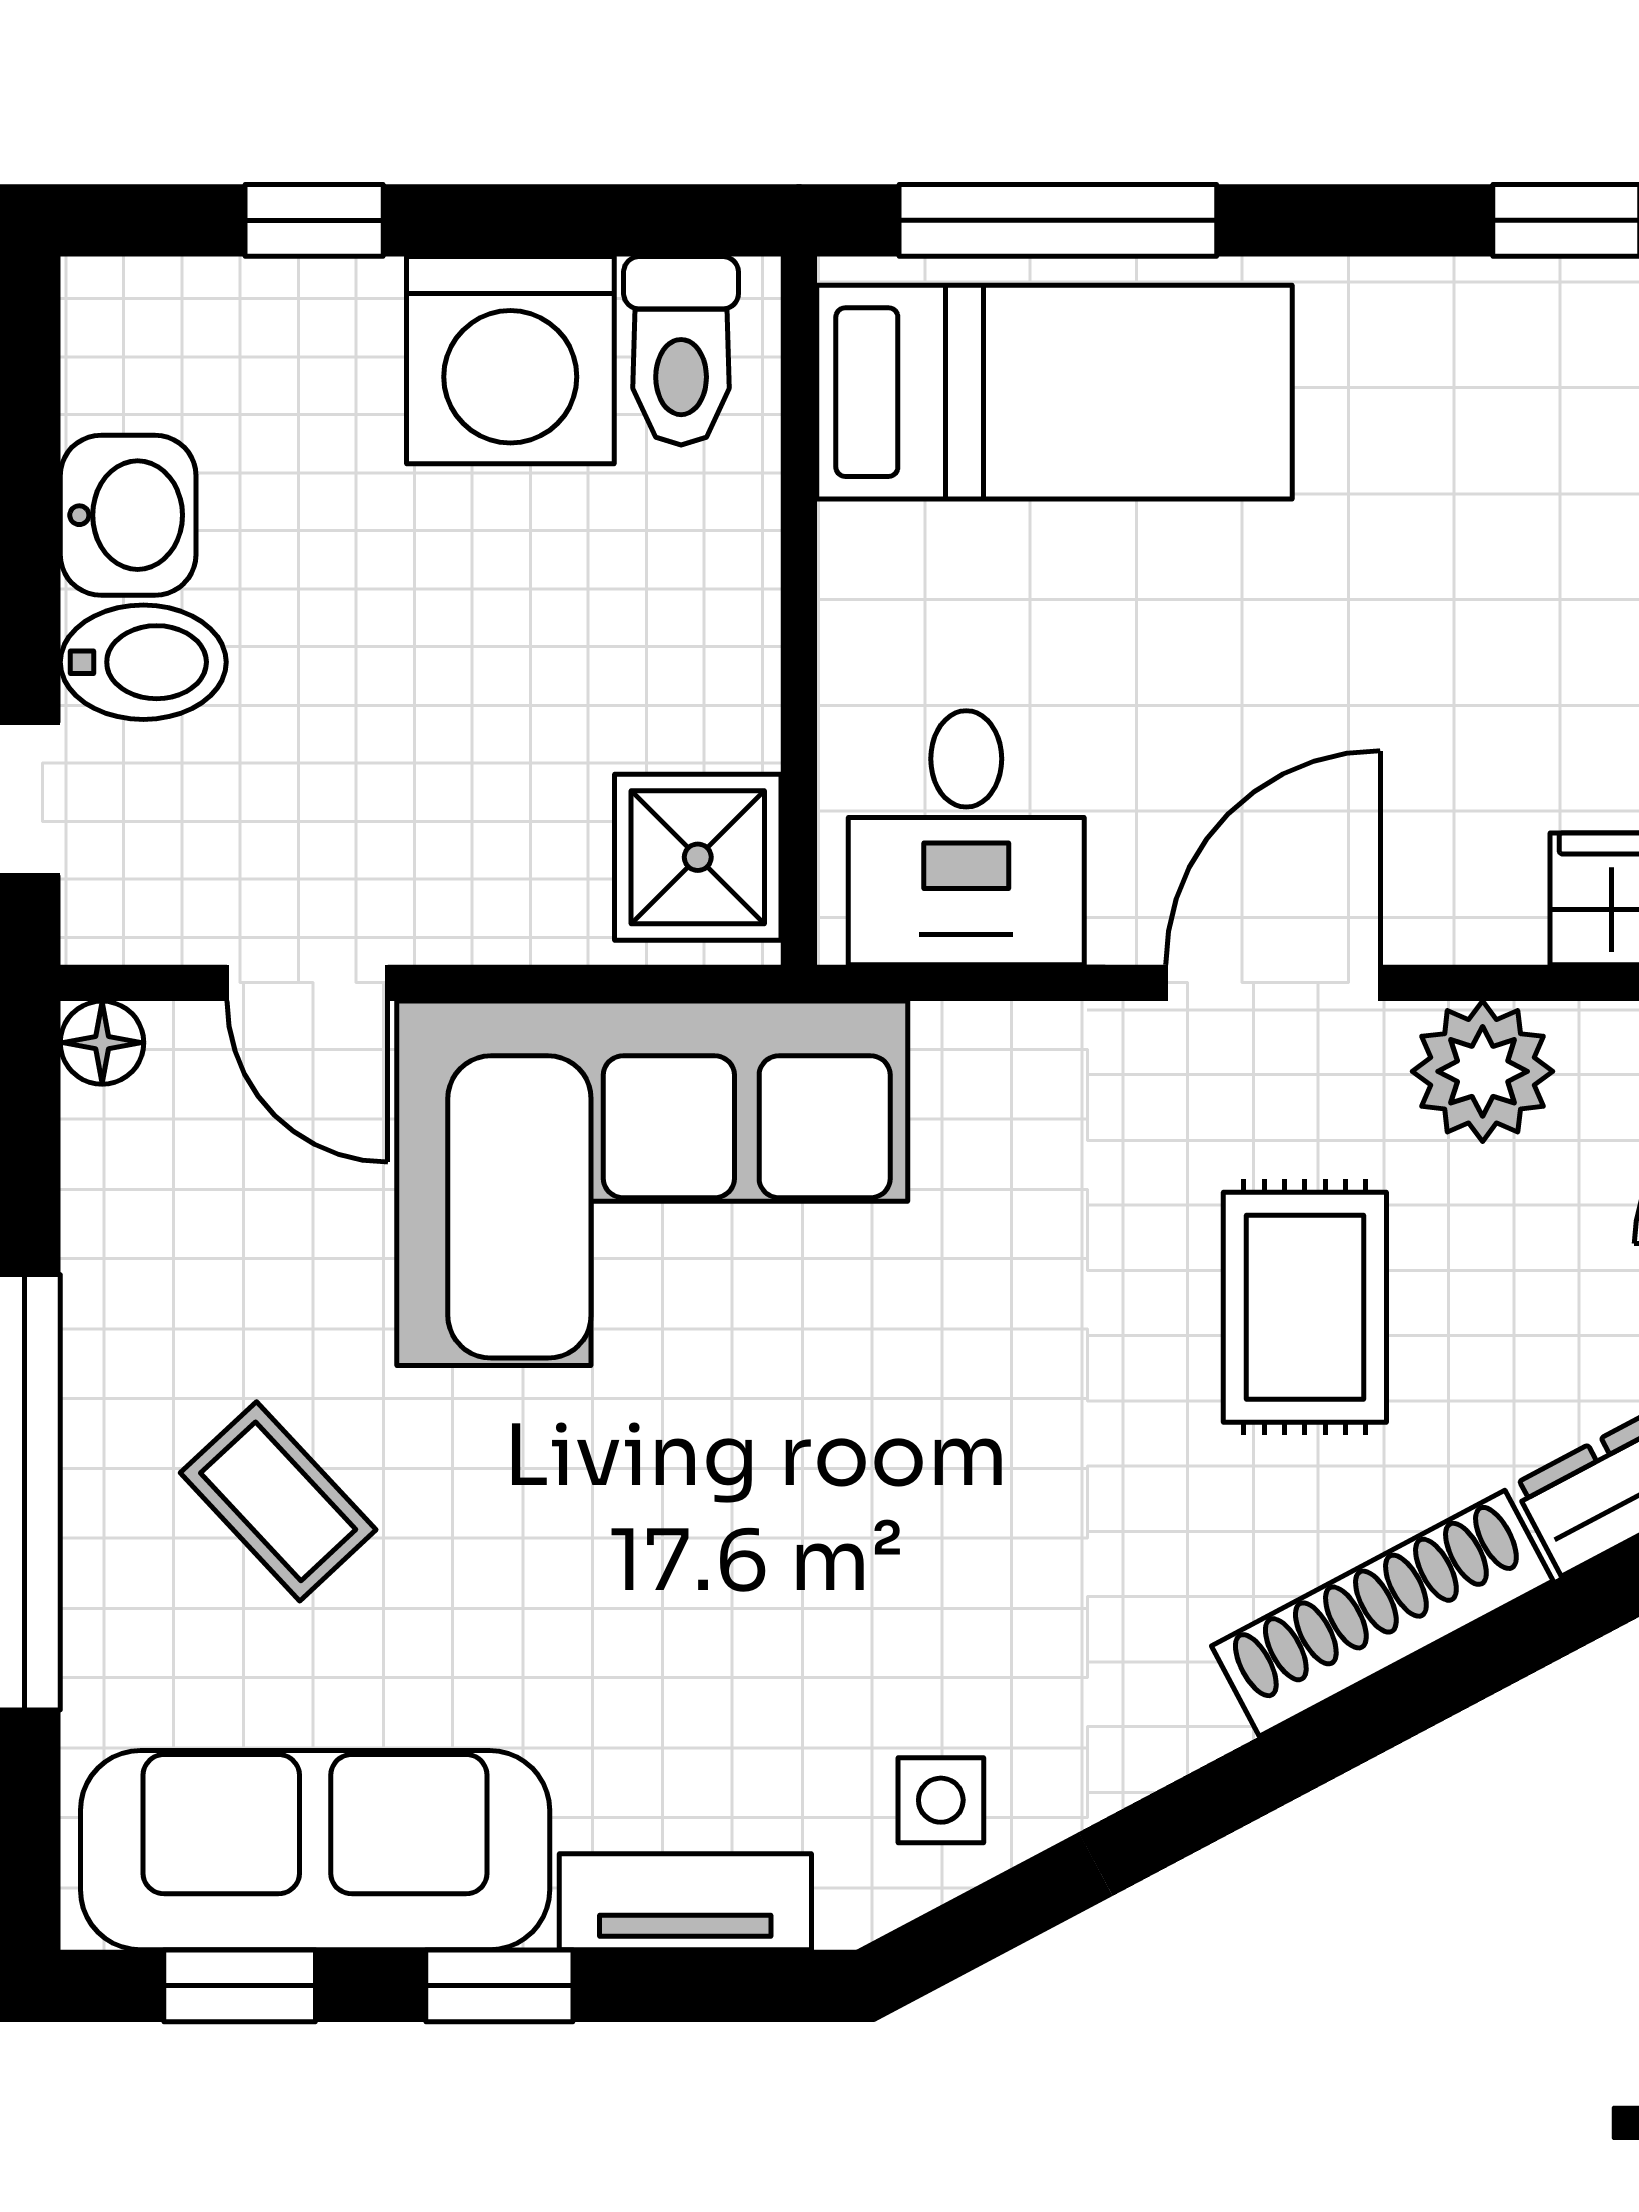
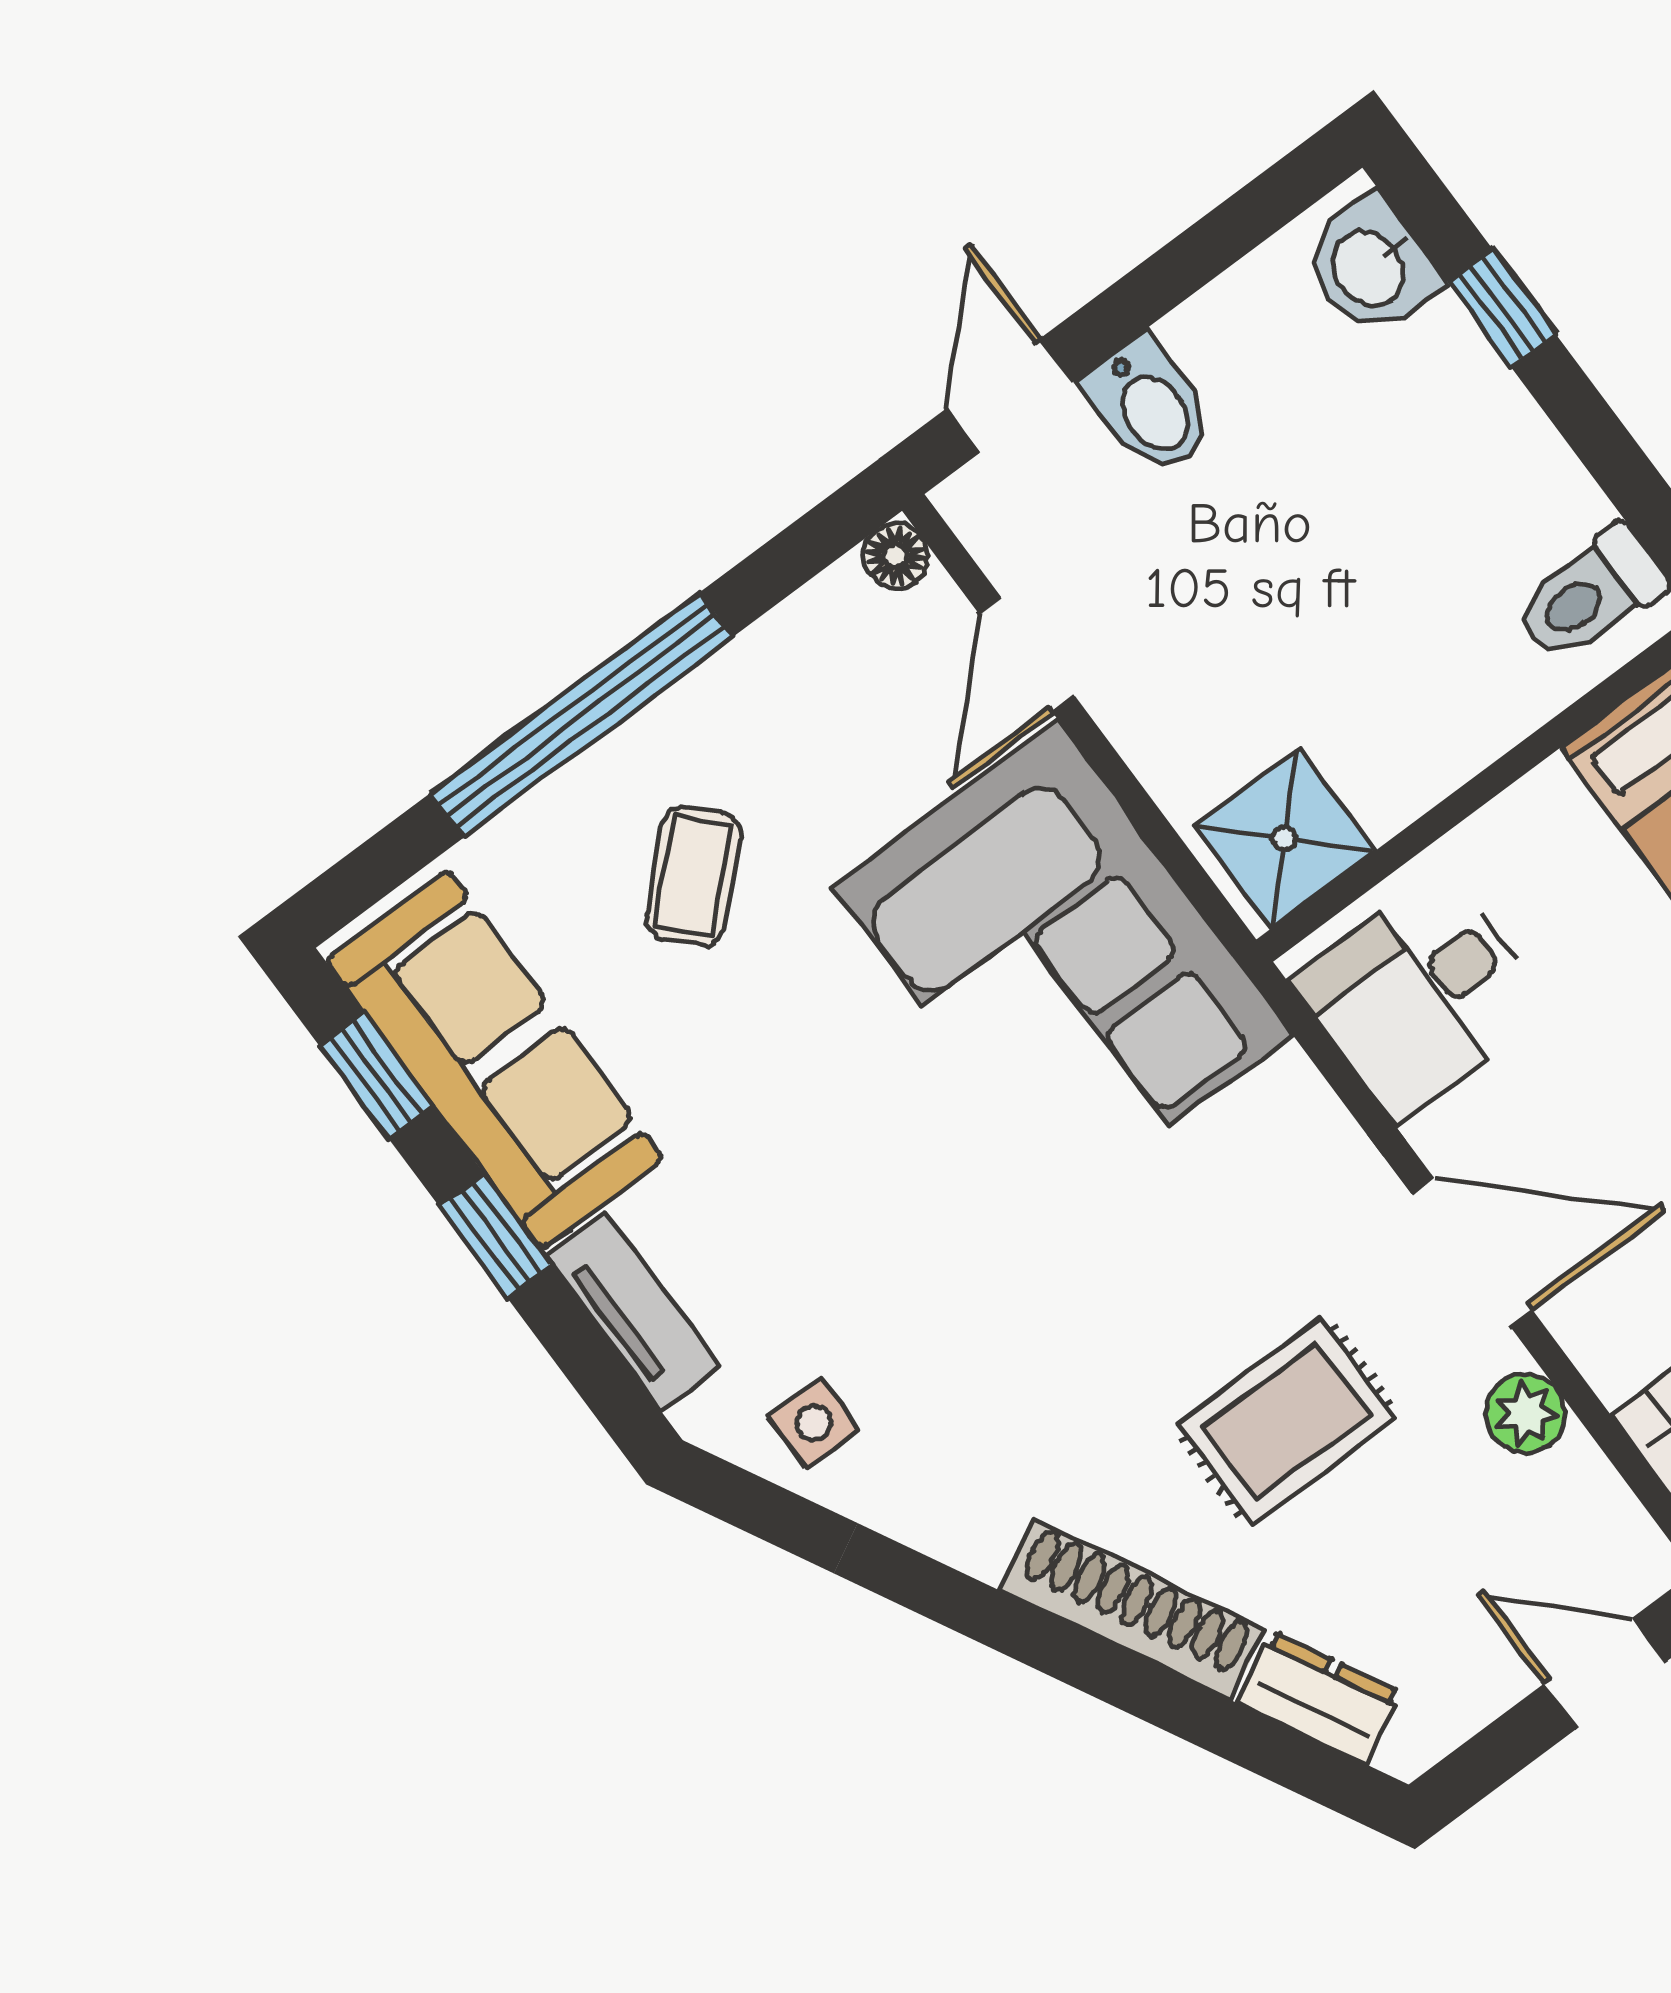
washing machine: (510, 360) -> (1505, 494), removed
washbasin: (128, 515) -> (1371, 266), moved, turned 90
plant: (1483, 1071) -> (1526, 1413), width x0.73, depth x0.73

